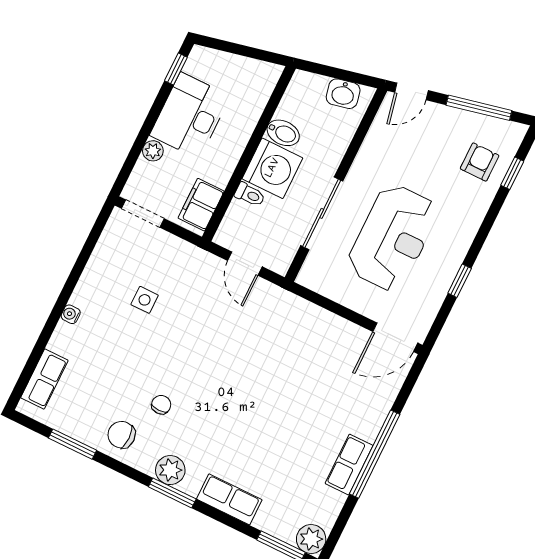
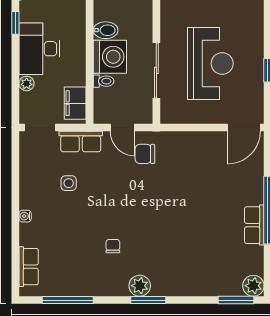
chair: (121, 435) -> (145, 154), moved
window: (73, 444) -> (68, 300), width x1.44
row of seats: (229, 499) -> (81, 142), moved, turned 180

